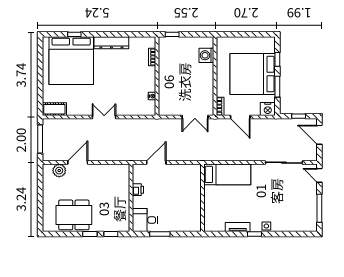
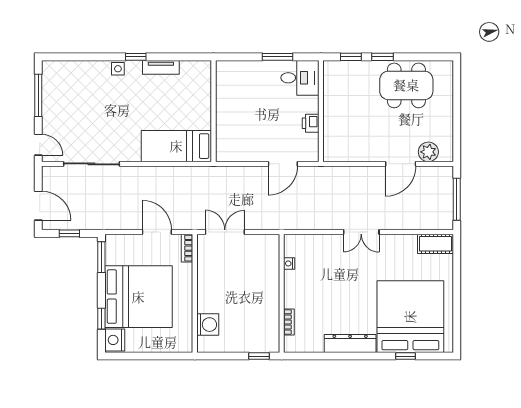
window: (277, 87) -> (101, 257), moved
nightstand: (268, 109) -> (115, 340), moved, turned -90

